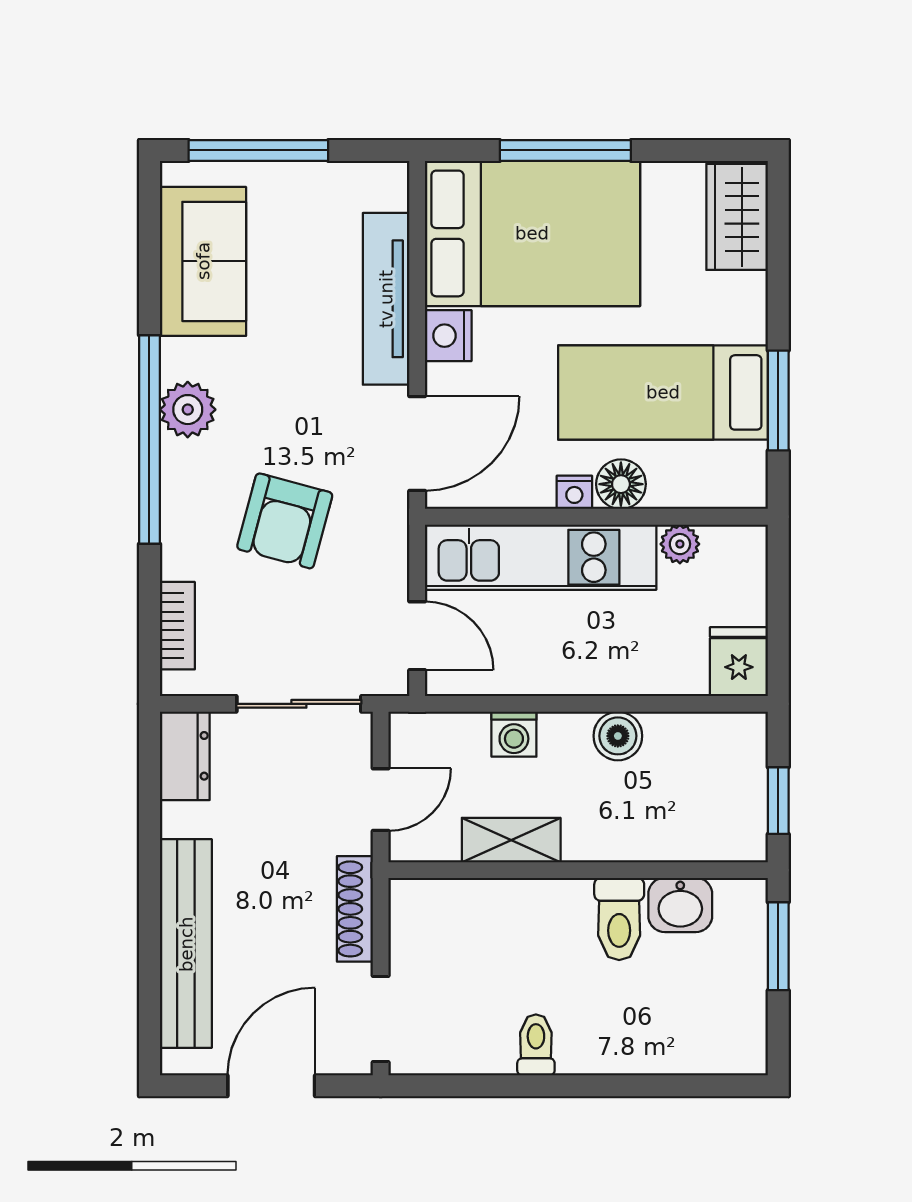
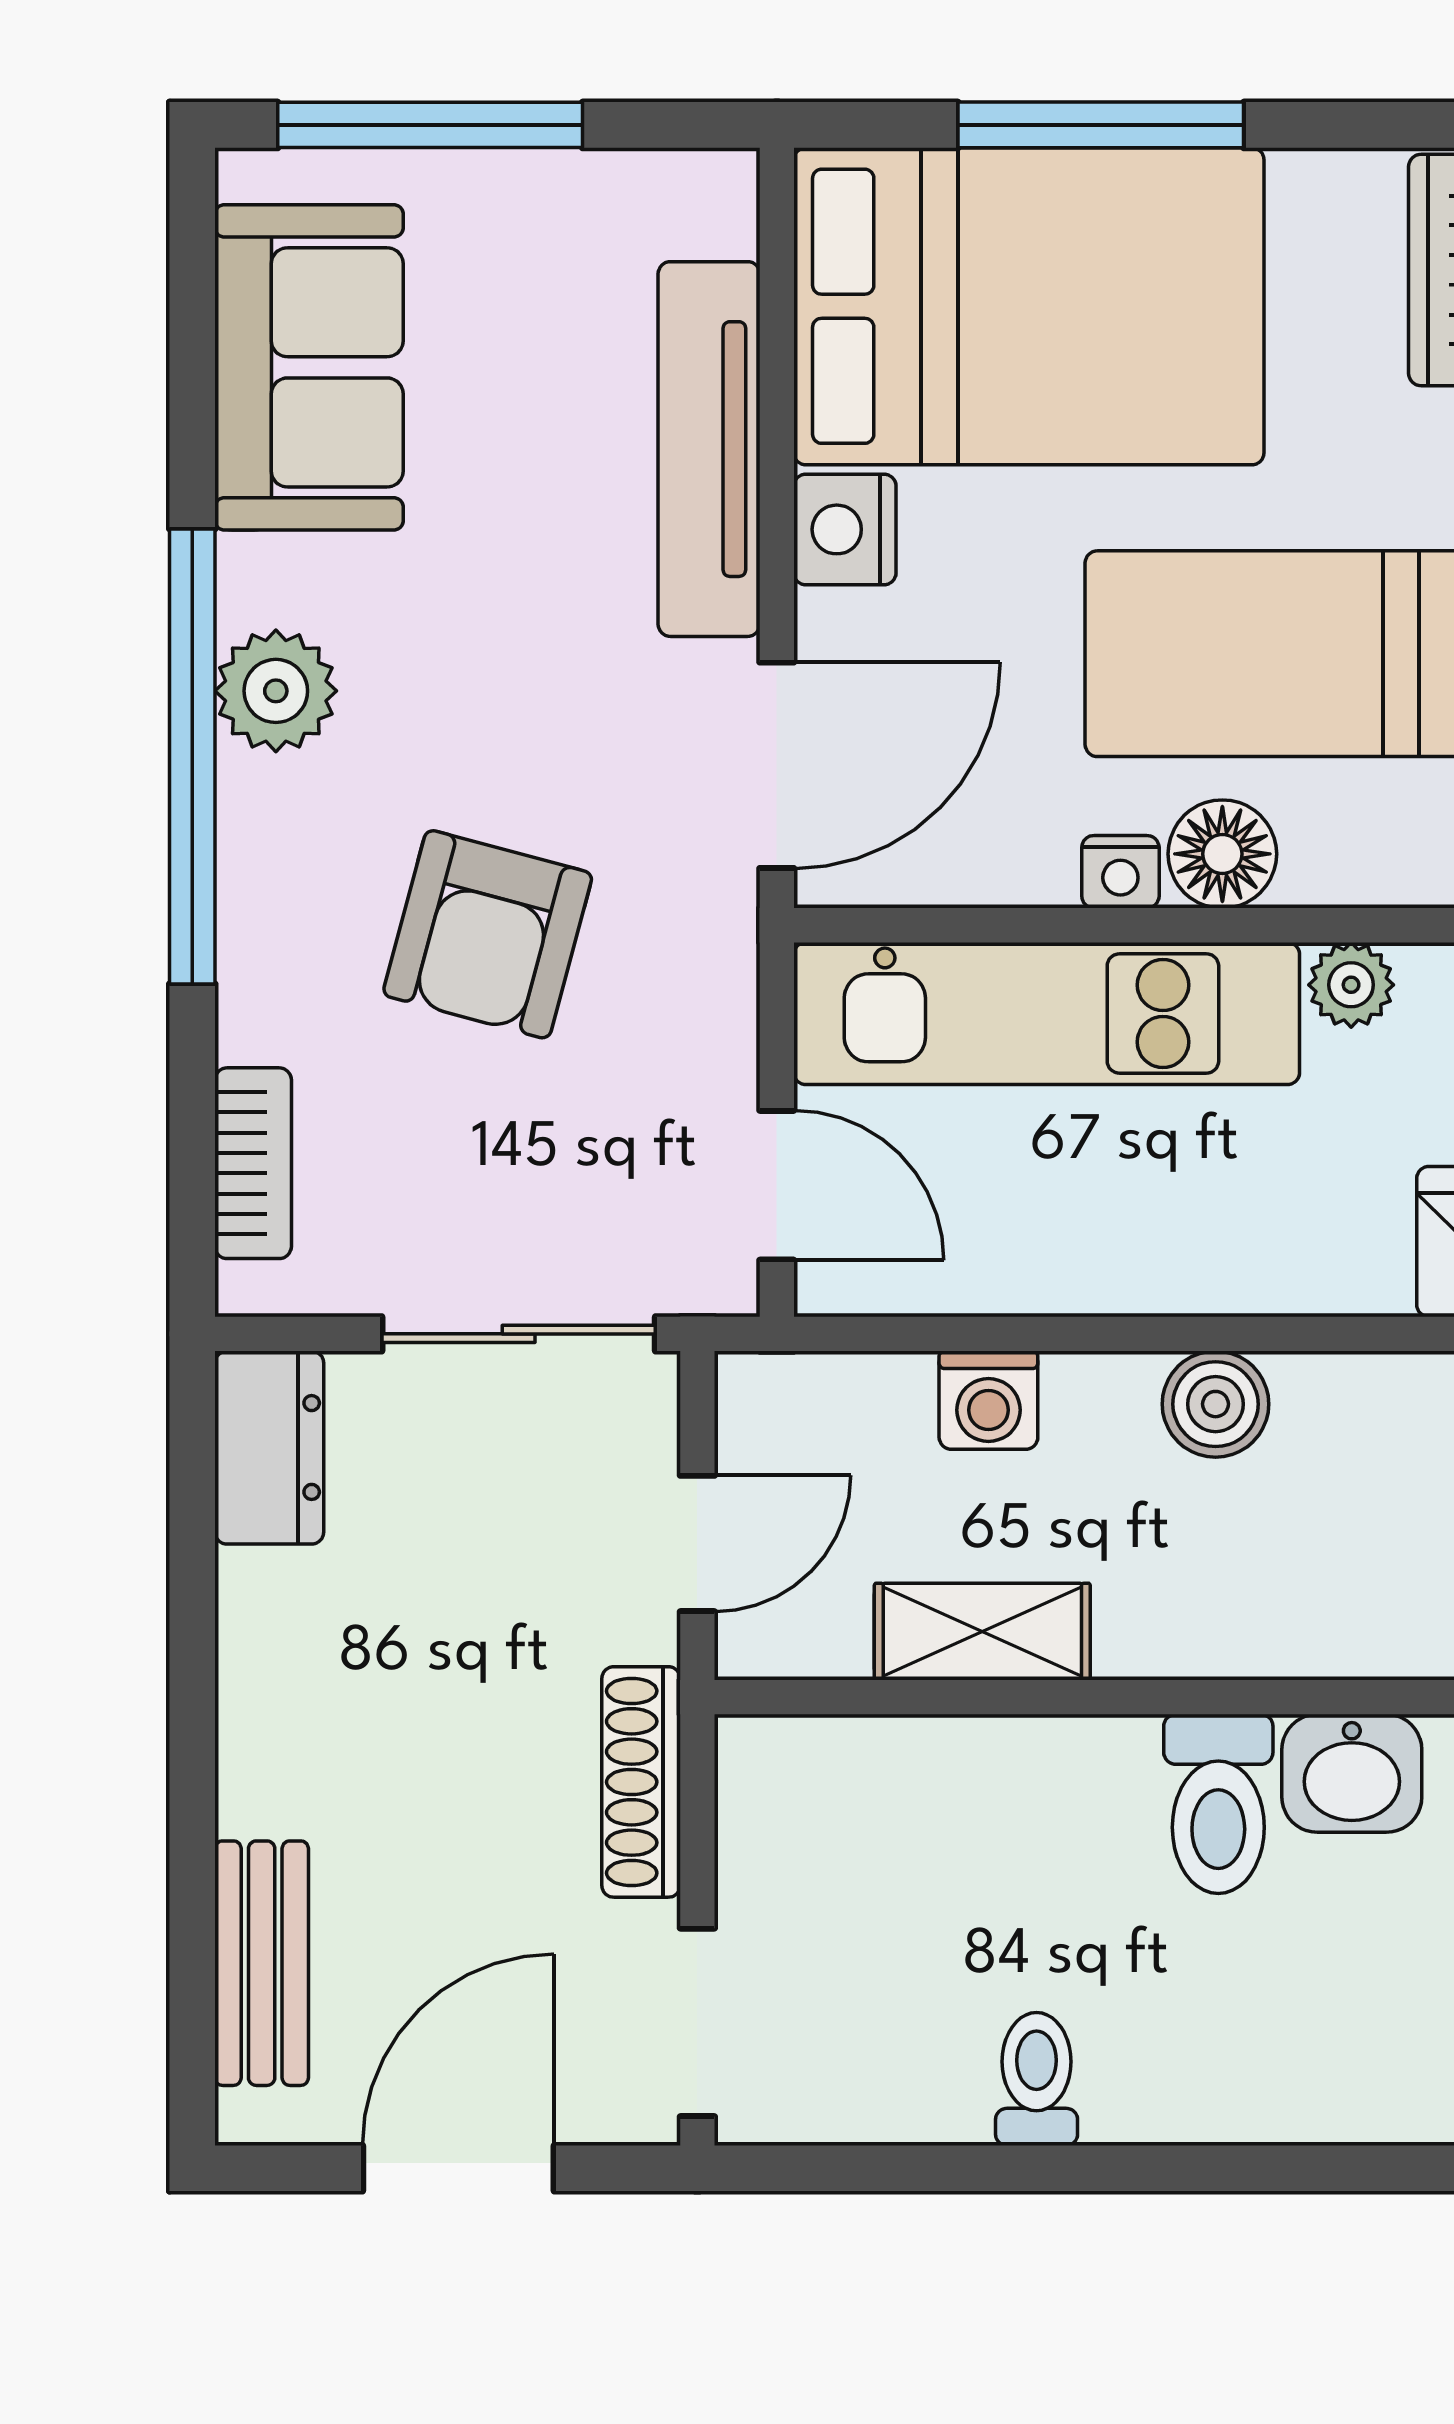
bench: (186, 944) -> (262, 1963), width x0.54, depth x0.82

